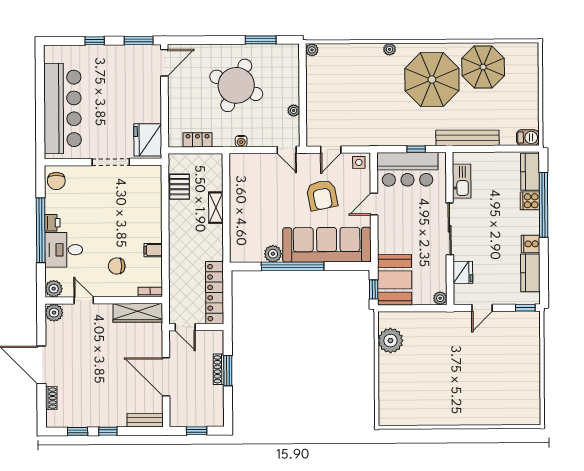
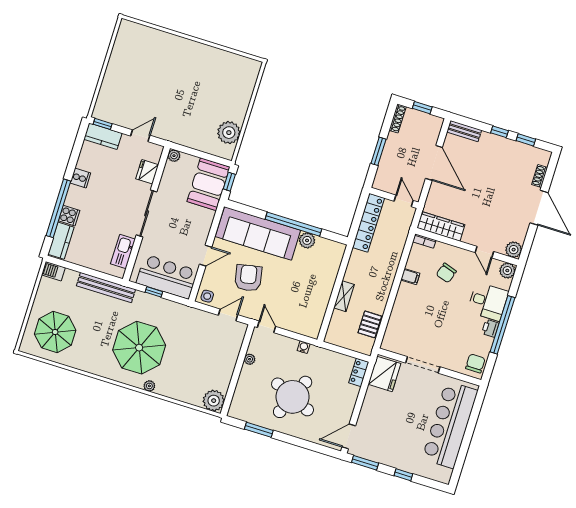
plant: (312, 50) -> (214, 401), width x1.87, depth x1.87
parasol: (483, 67) -> (55, 332), moved
parasol: (432, 80) -> (139, 348), moved
locker: (197, 140) -> (359, 372), moved, turned 90
chair: (117, 266) -> (446, 273), turned 108
kitchen counter: (530, 273) -> (103, 136), moved, turned 90
shoe rack: (219, 369) -> (398, 118), moved

